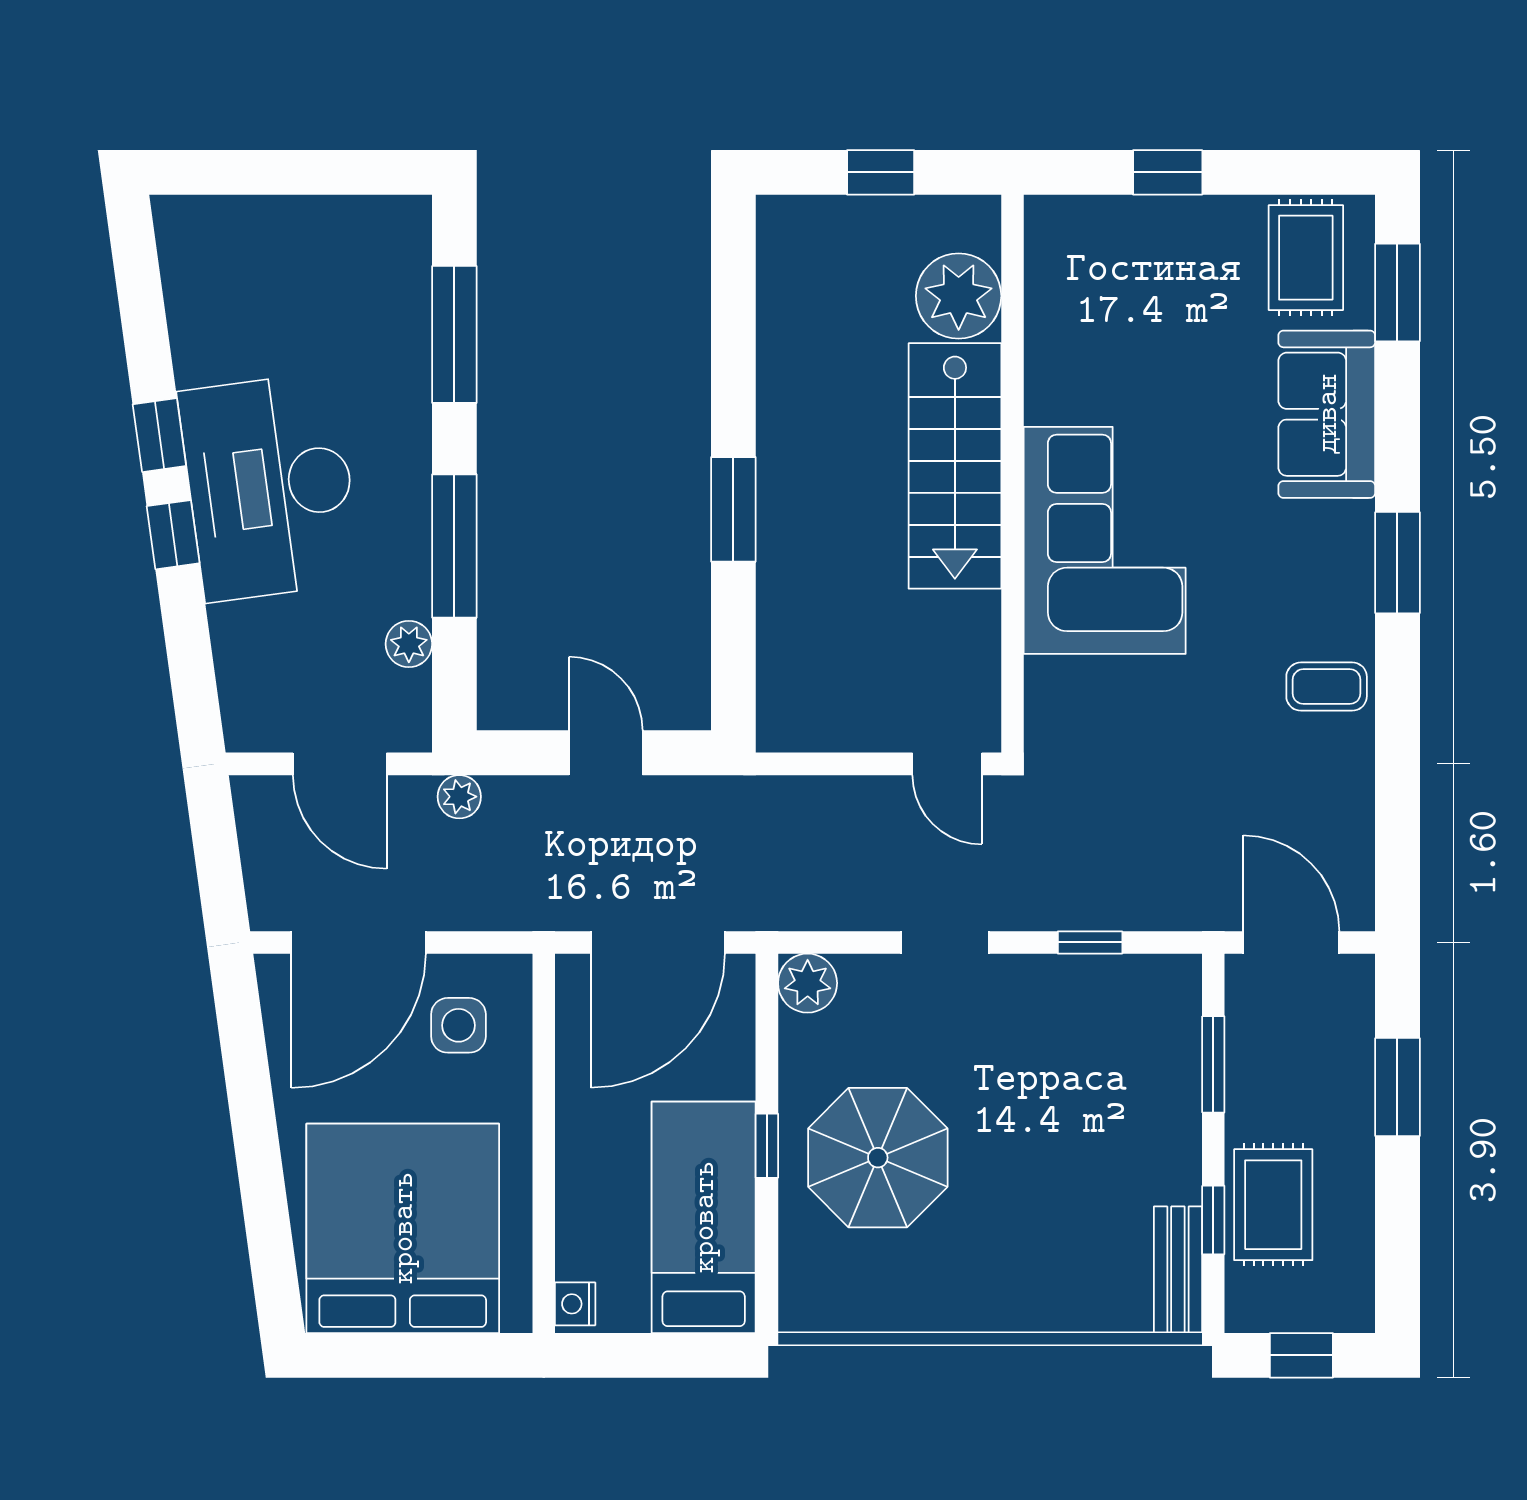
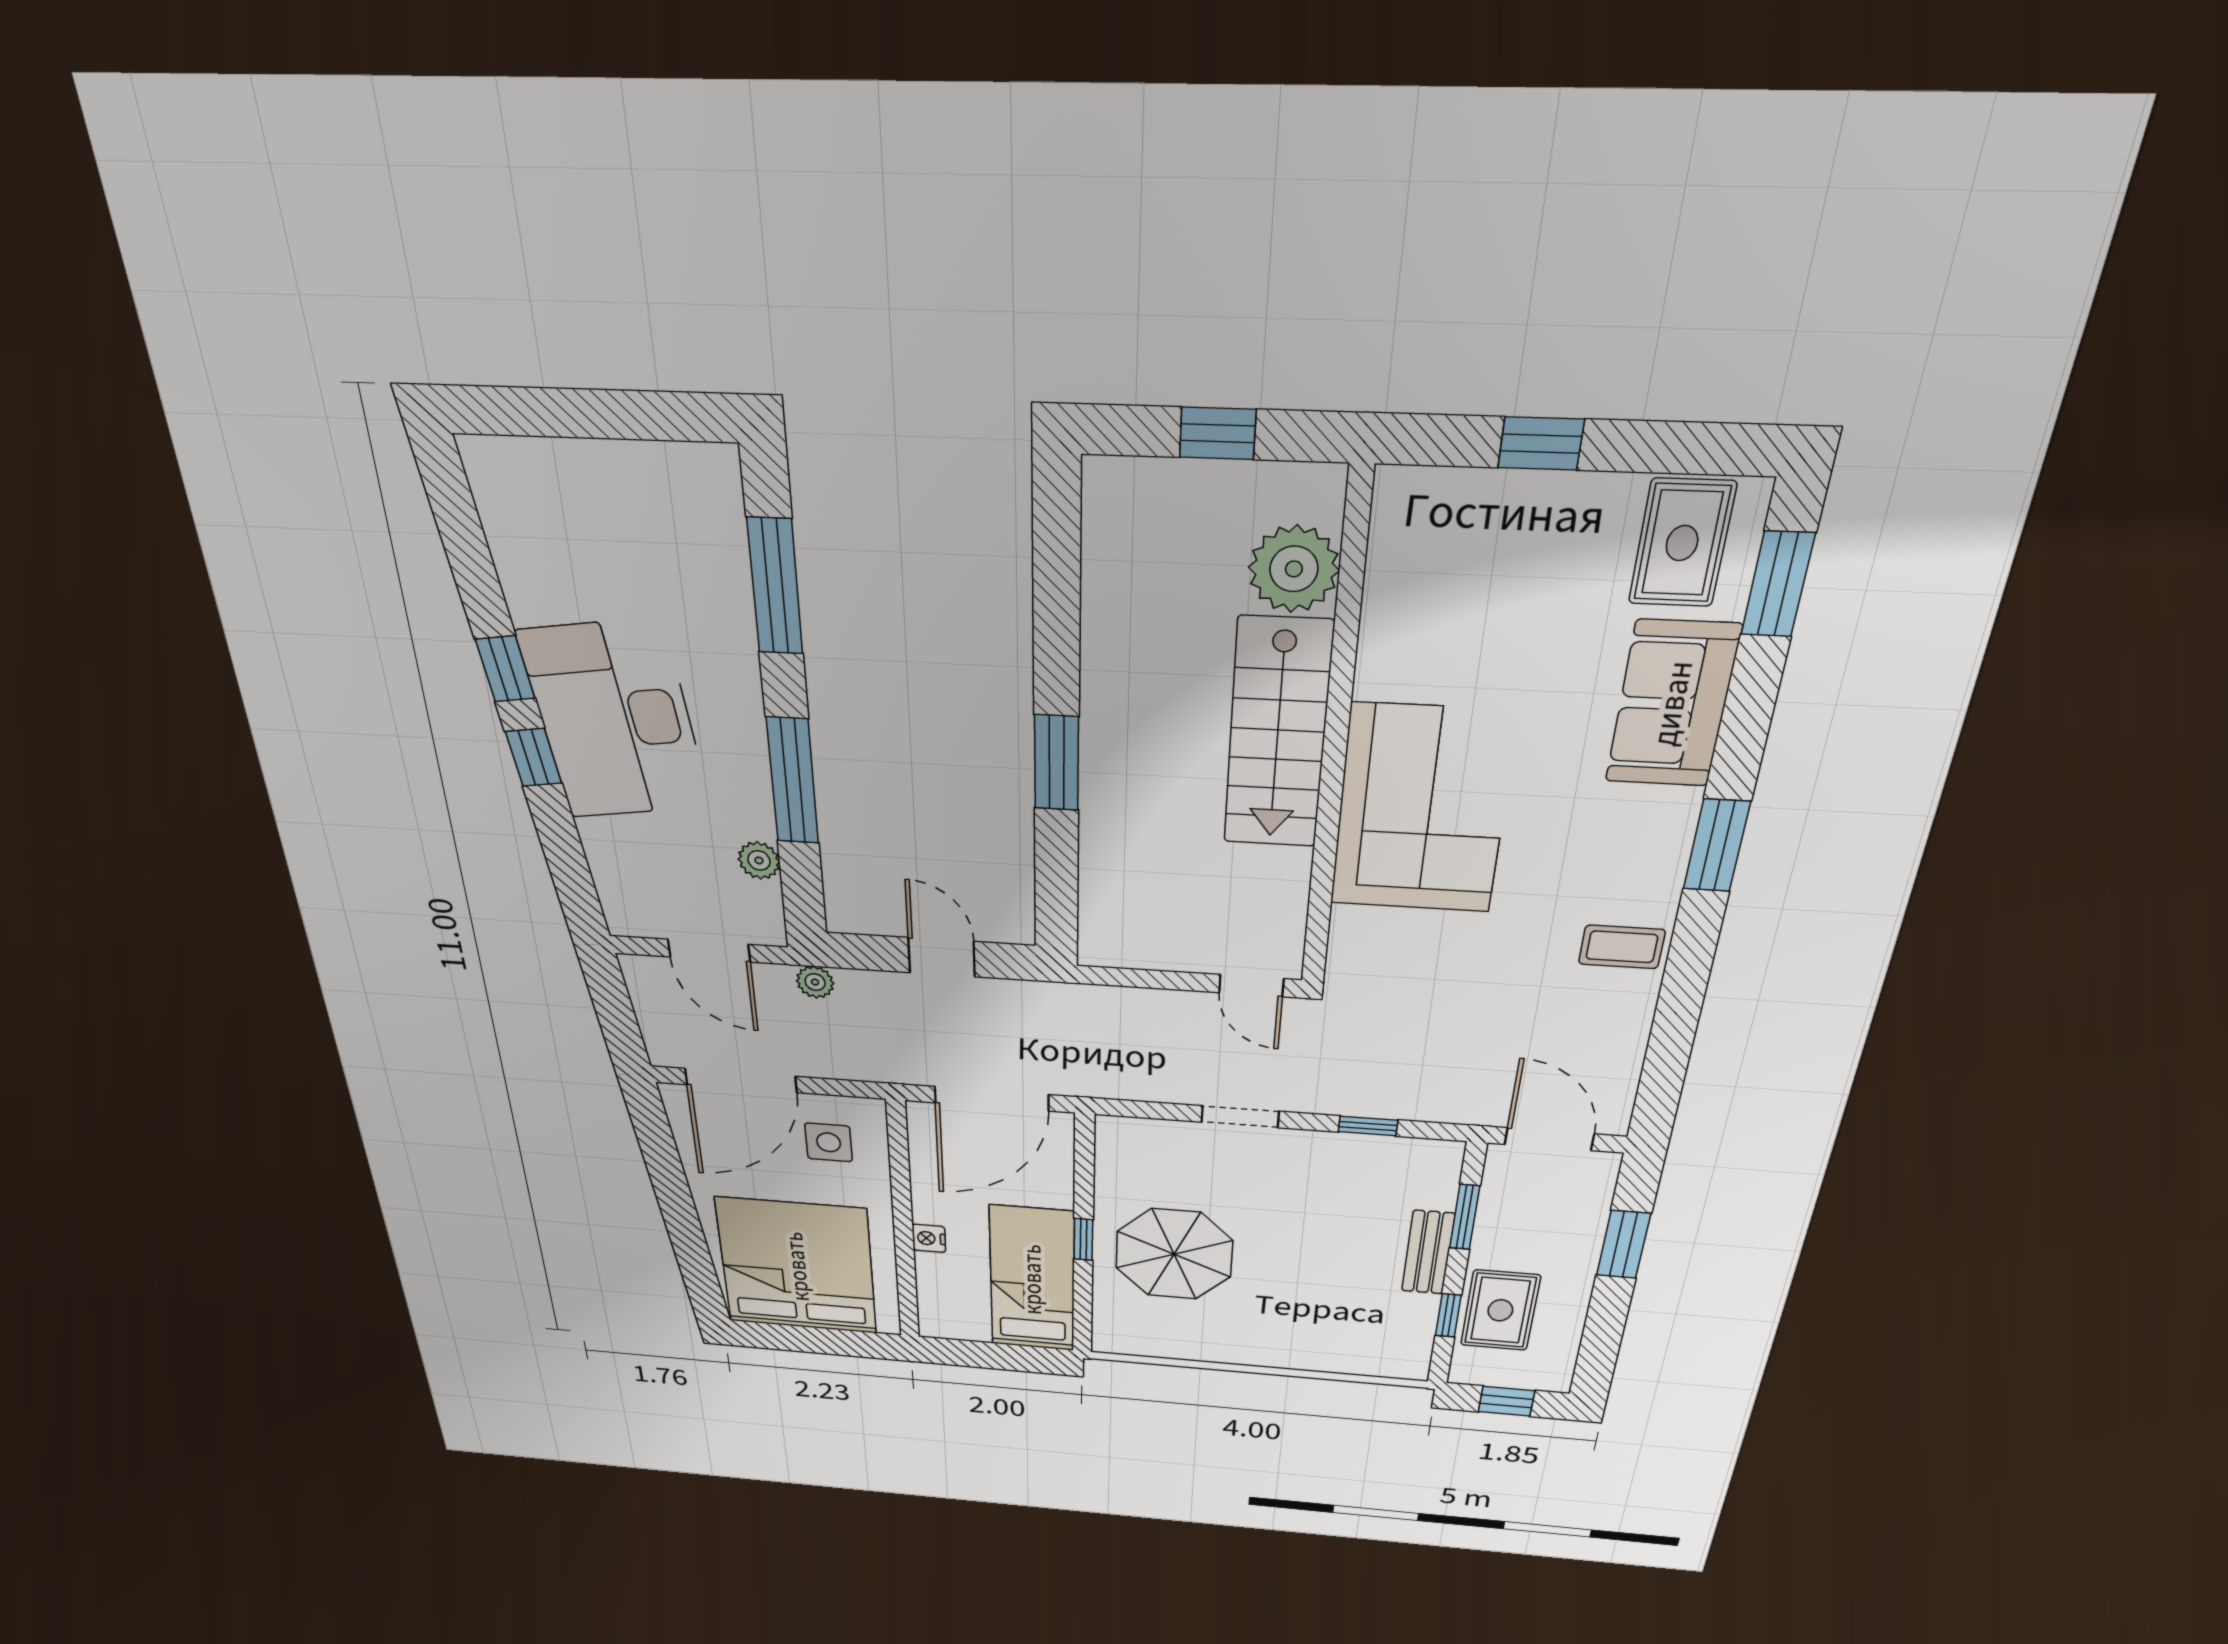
plant: (808, 983) -> (1119, 1136), removed
bench: (1178, 1270) -> (1428, 1252), moved
nightstand: (575, 1304) -> (929, 1238), moved

